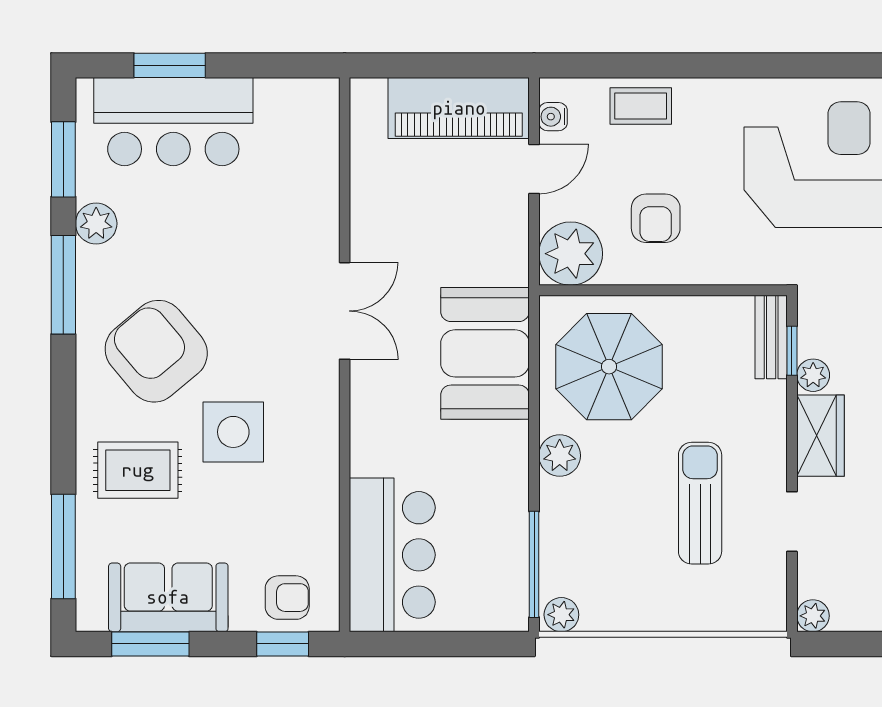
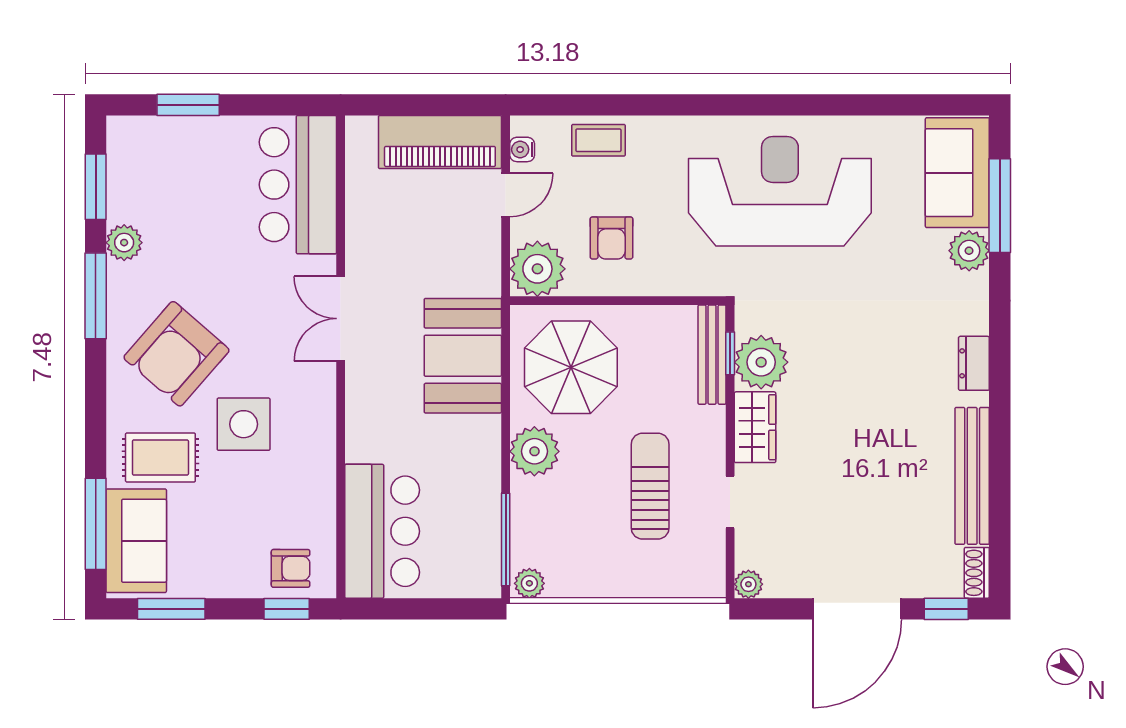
bar counter: (173, 122) -> (298, 185), moved, turned 90
double door: (345, 311) -> (341, 319), swing flipped
bench: (771, 337) -> (712, 355), width x1.36
armchair: (156, 351) -> (176, 354), turned -99
plant: (813, 375) -> (761, 362), width x1.87, depth x1.87
plant: (560, 456) -> (534, 451), width x1.36, depth x1.36
sofa: (168, 597) -> (136, 541), moved, turned 90

